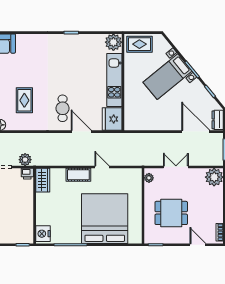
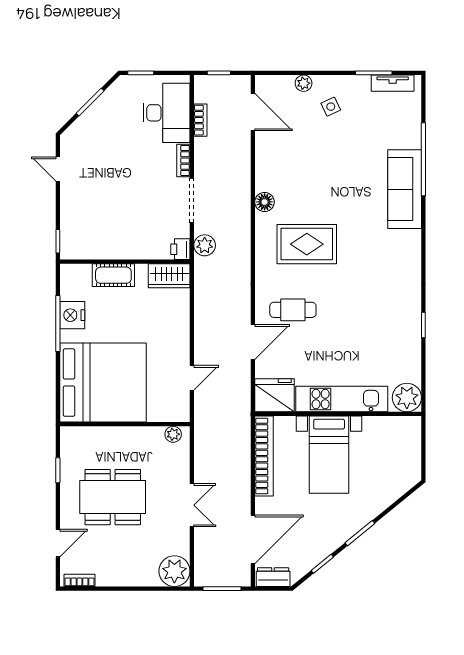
rug: (139, 44) -> (403, 442), removed
bed with nightstands: (167, 77) -> (329, 455), moved, turned -141
rug: (24, 100) -> (307, 244), width x1.36, depth x1.43
bookcase: (147, 125) -> (264, 456), added
cot: (78, 175) -> (113, 275), moved, turned 90
plant: (149, 178) -> (173, 434), moved
wall: (143, 206) -> (125, 424), moved
dining table: (171, 213) -> (113, 497), width x1.37
nightstand: (43, 234) -> (72, 315), moved, turned -90

